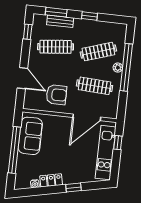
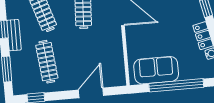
bench: (60, 21) -> (14, 35), moved
armchair: (56, 95) -> (102, 50), removed

